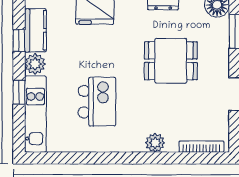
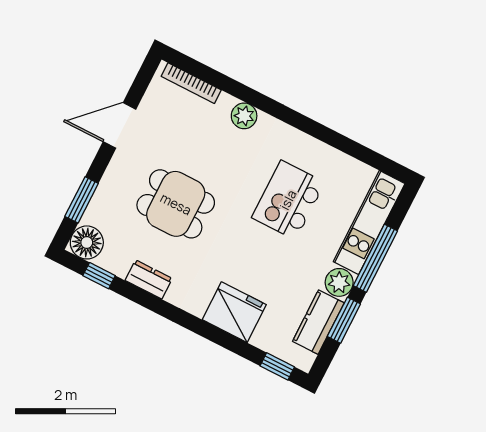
window: (19, 40) -> (344, 320), width x1.50
window: (19, 92) -> (375, 258), width x2.17

